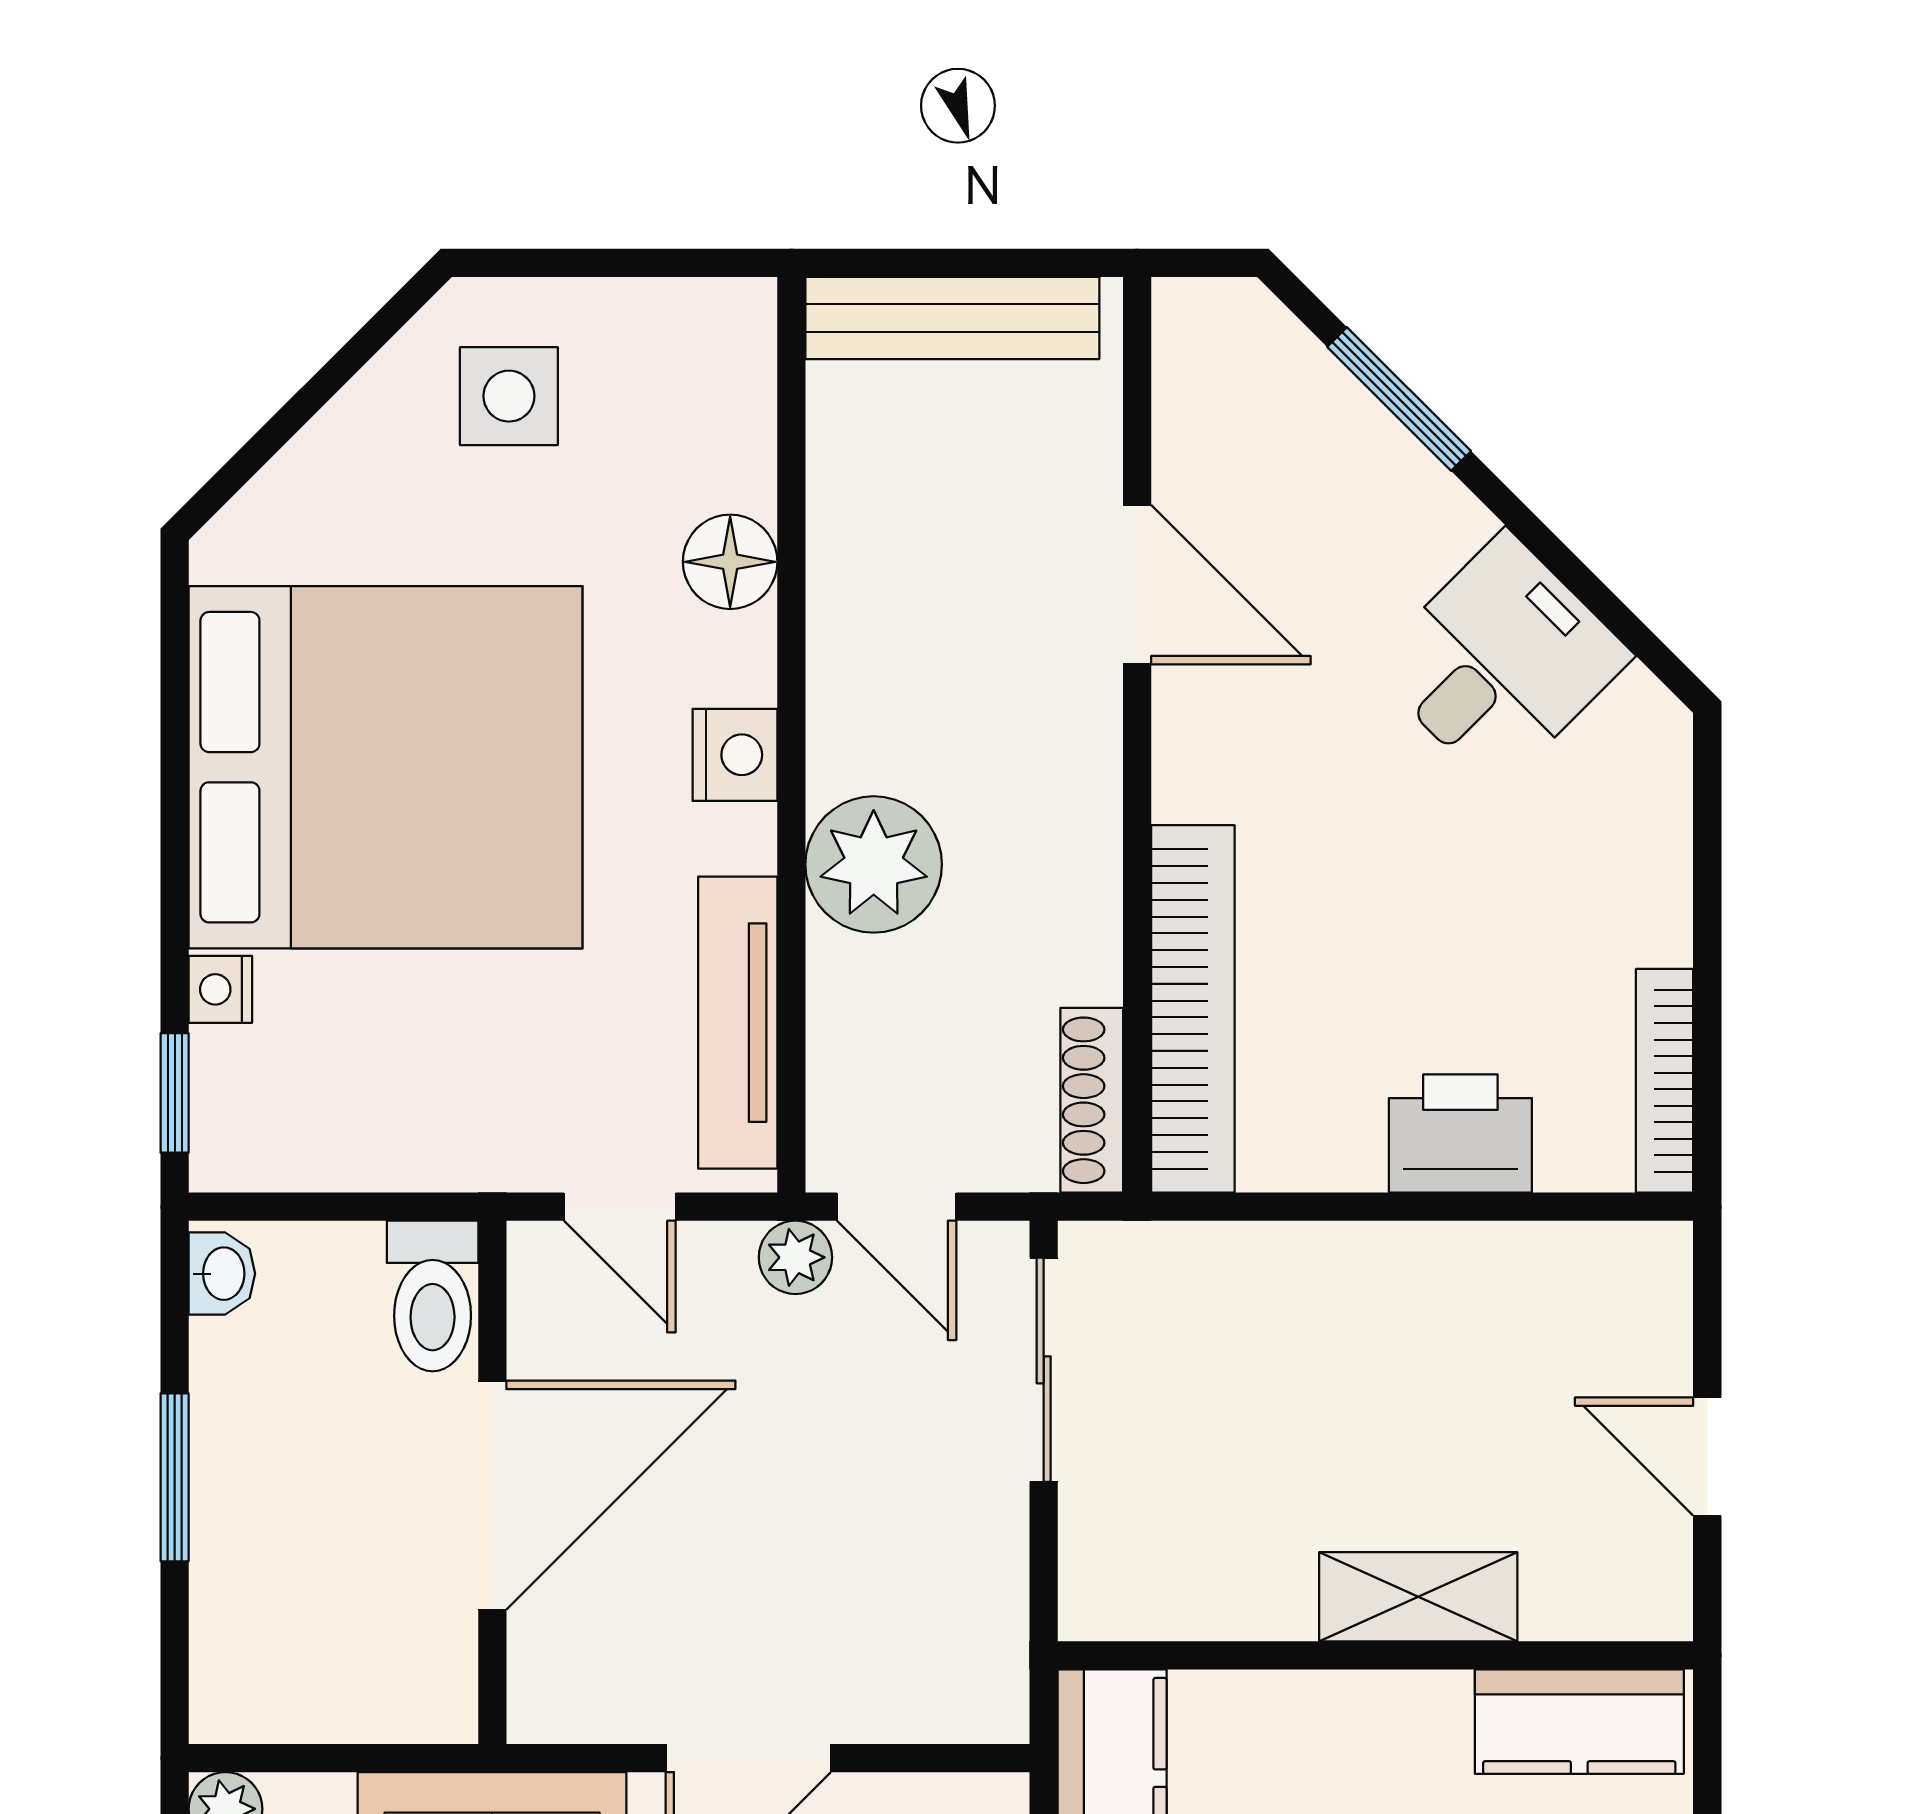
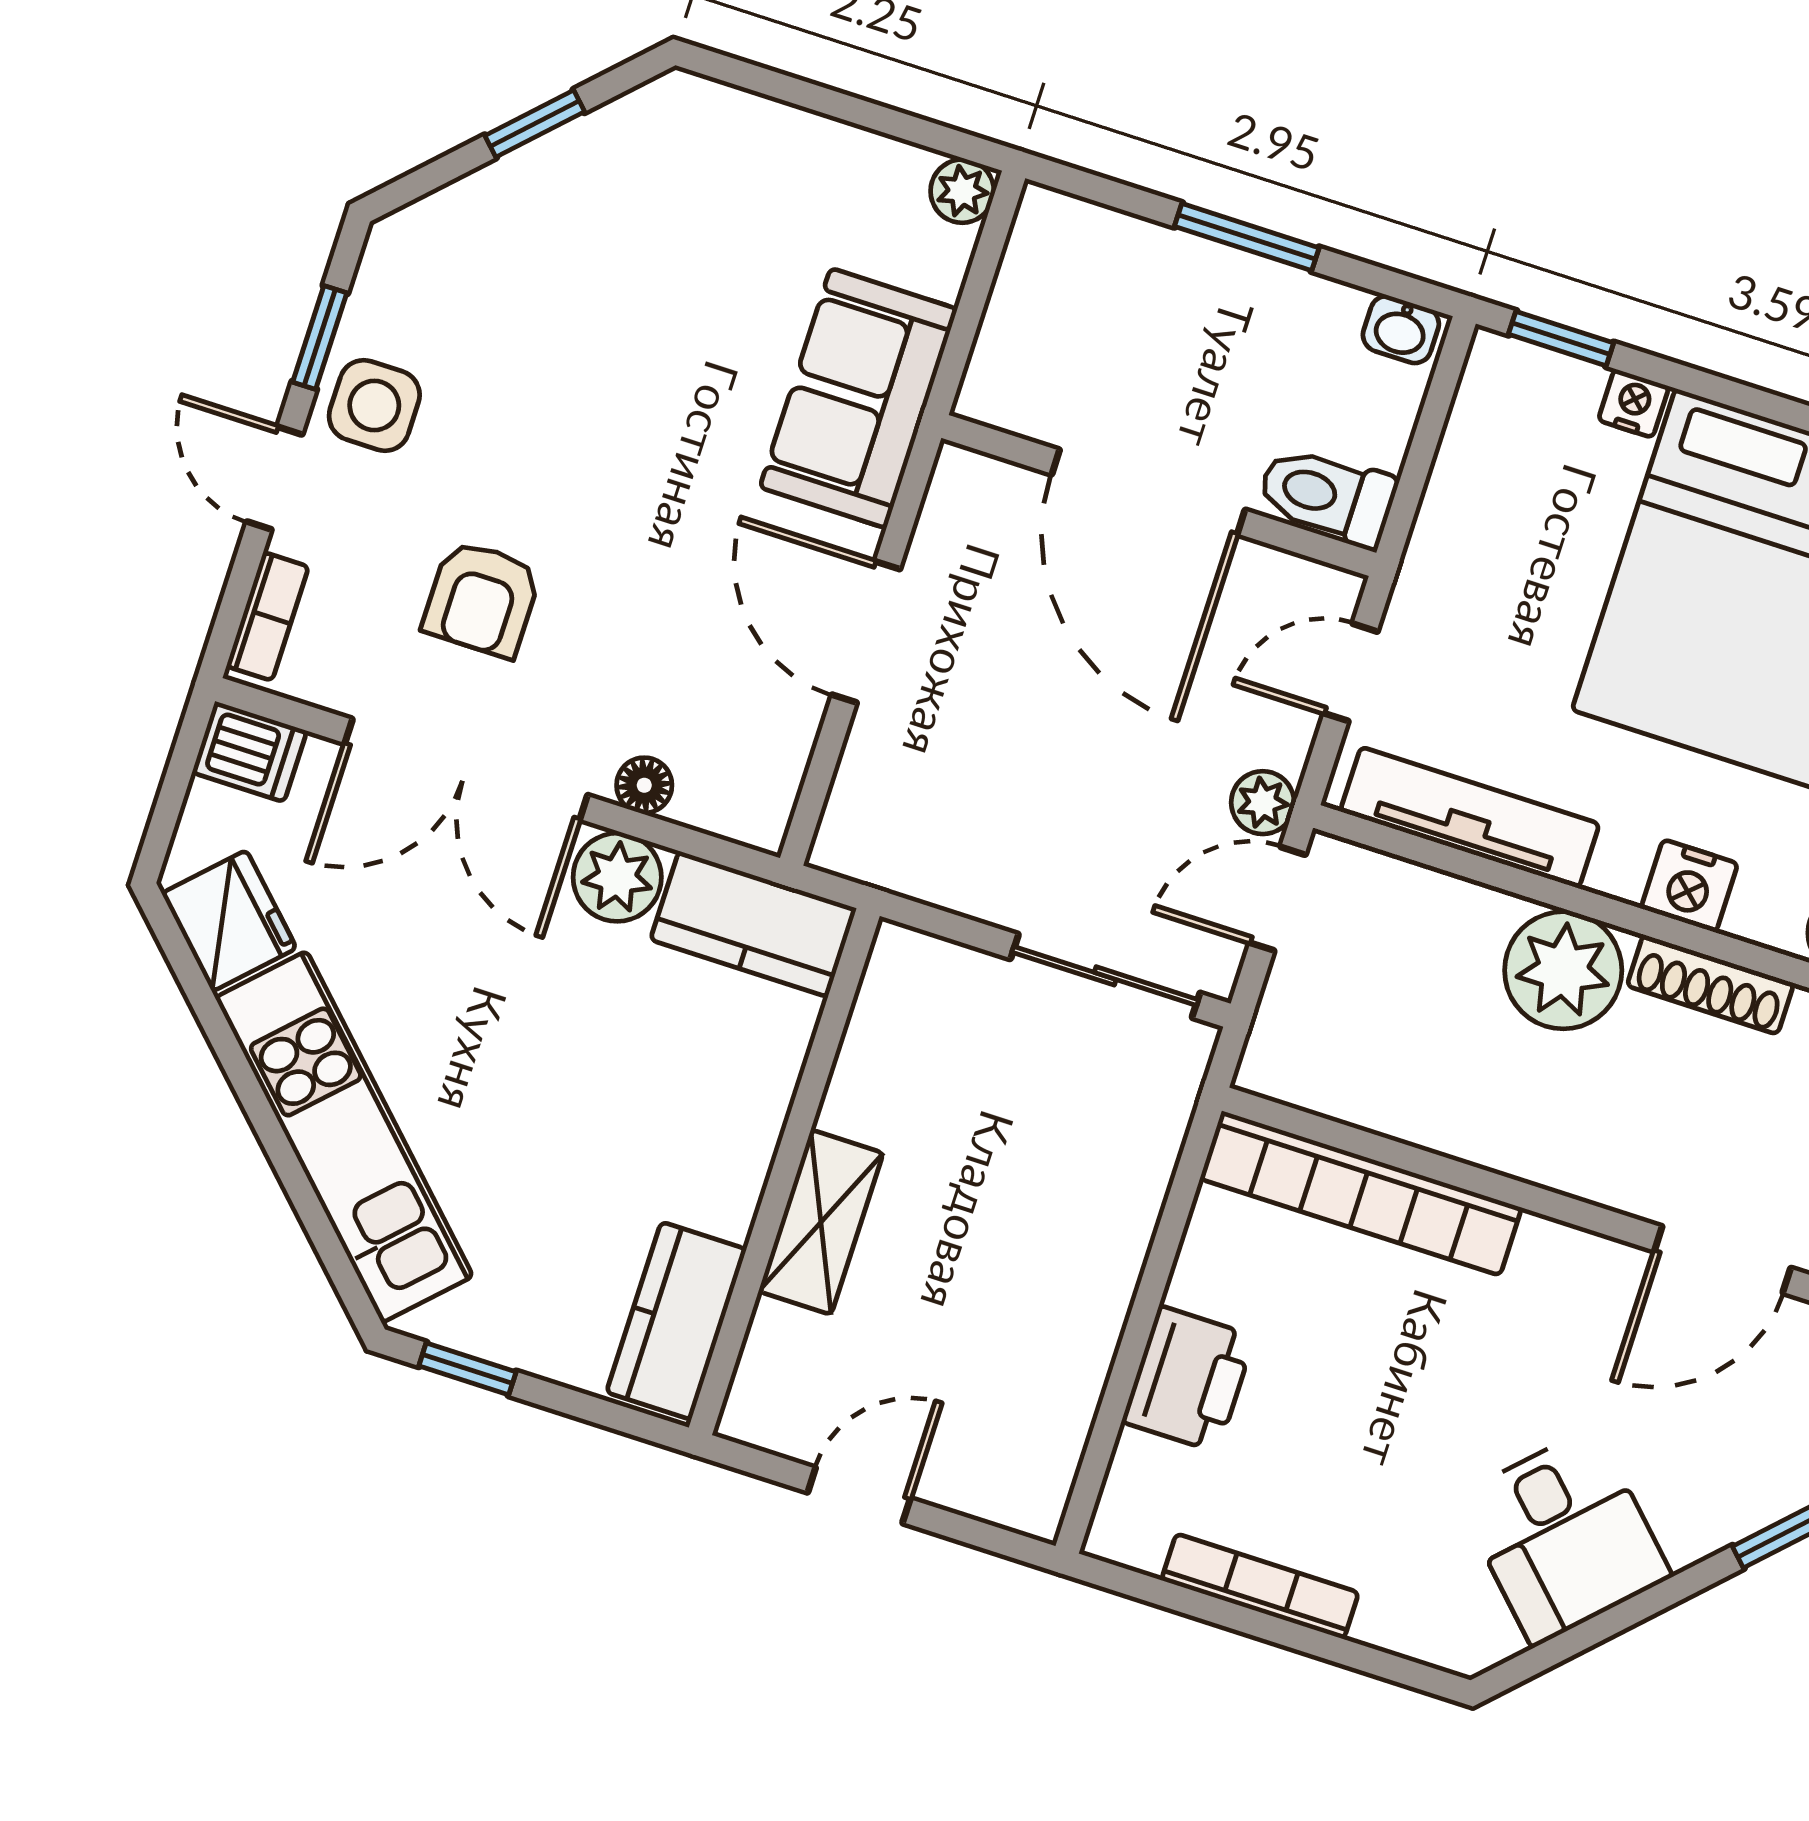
bookcase: (1665, 1081) -> (1260, 1586), moved
shoe rack: (1092, 1100) -> (1710, 985), moved, turned 180

